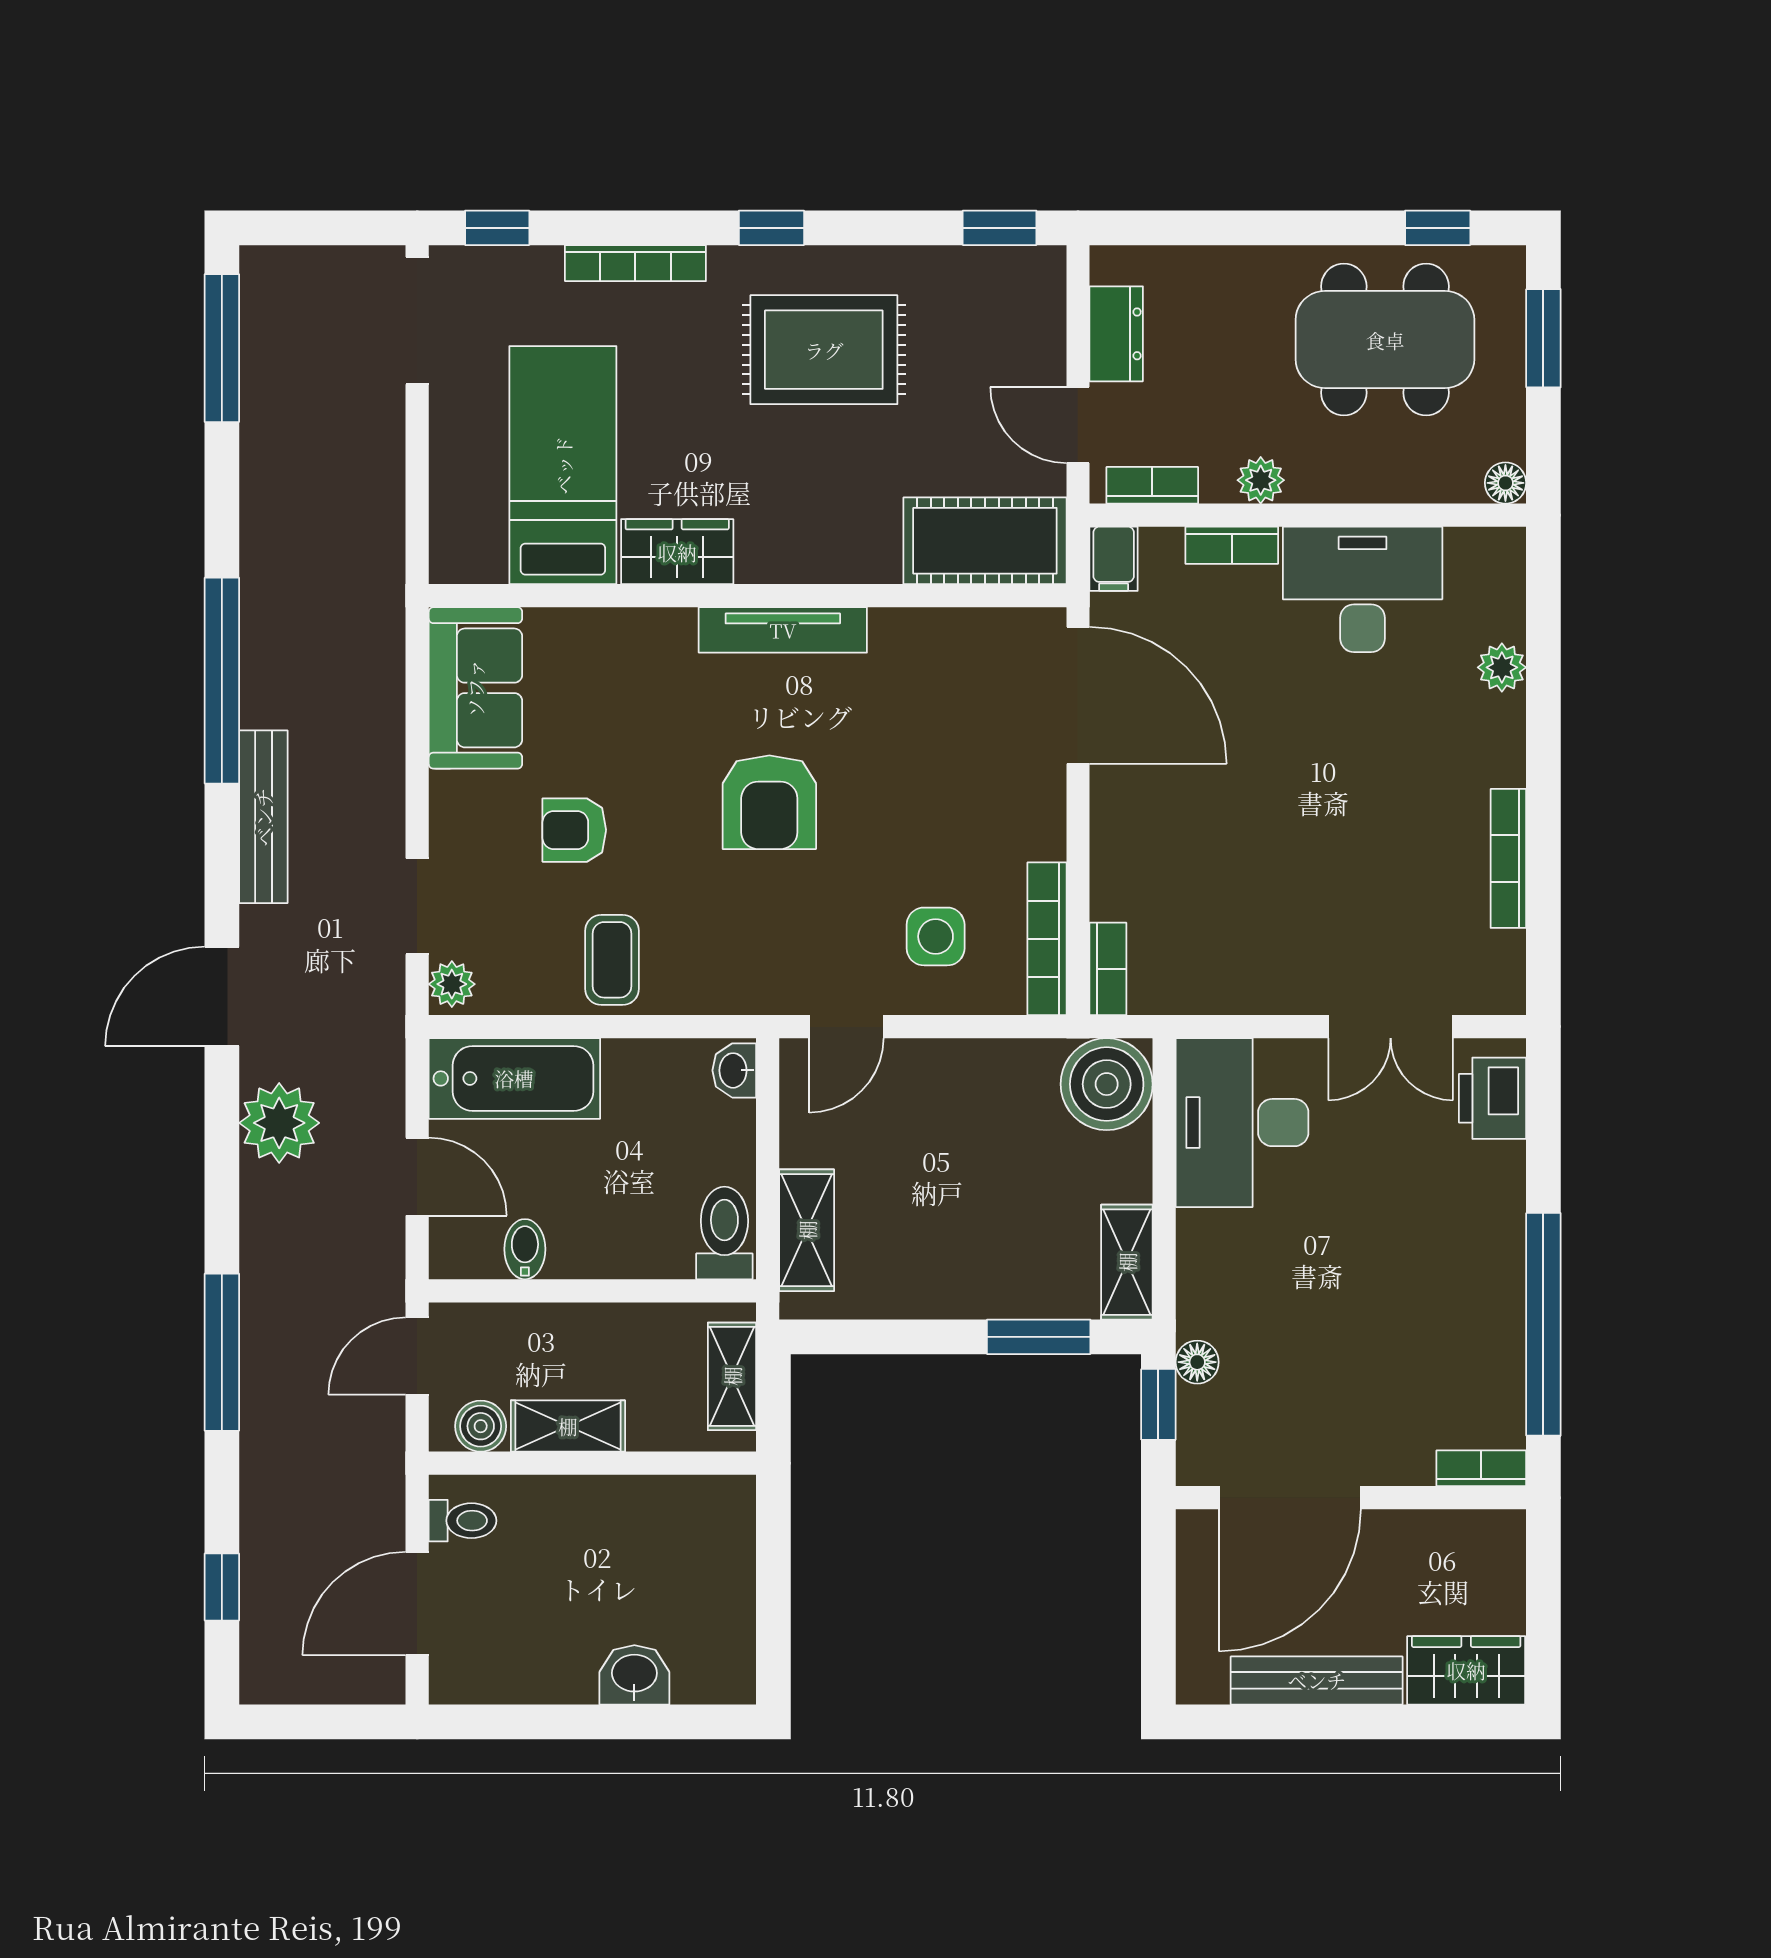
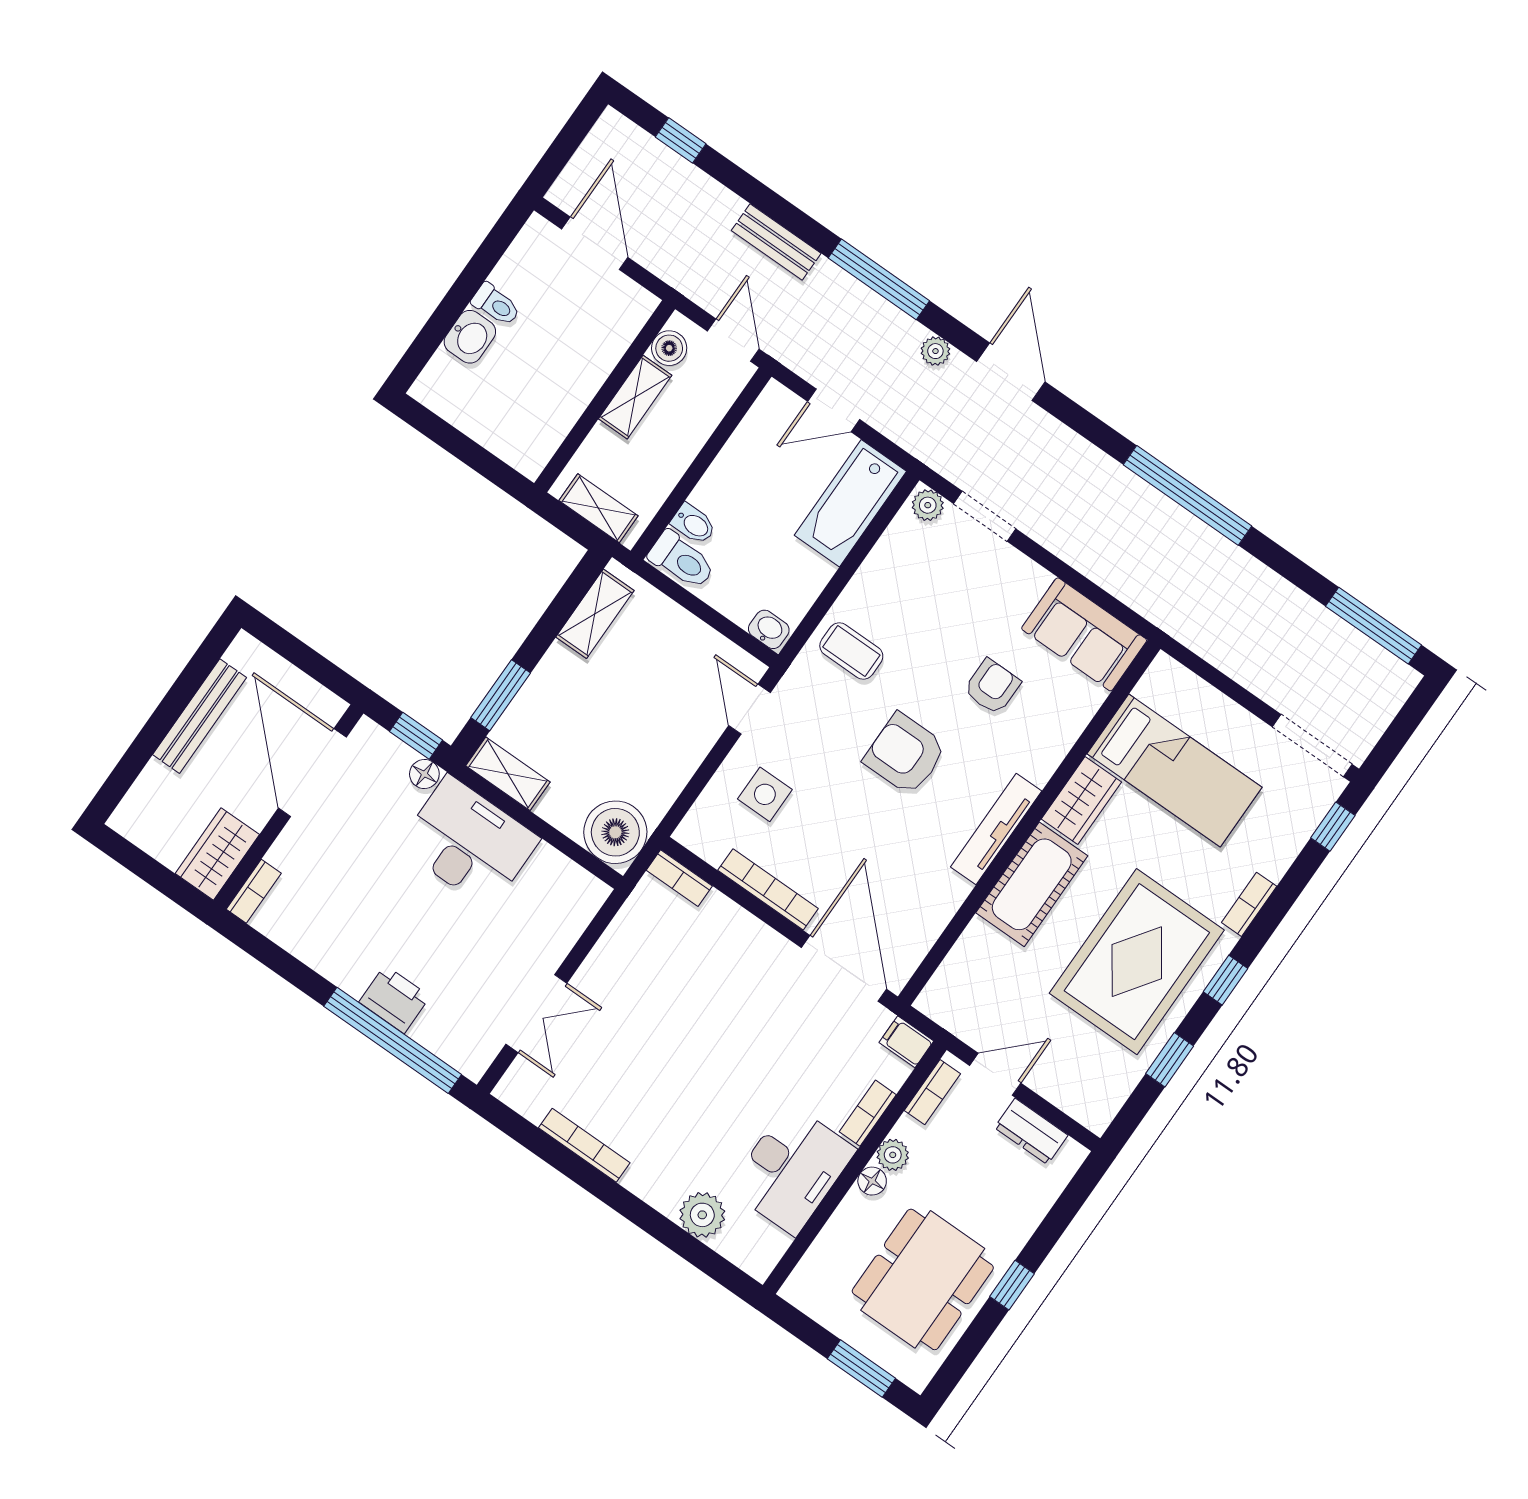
window: (1000, 228) -> (1170, 1060), moved
window: (1438, 228) -> (1012, 1285), moved
bookcase: (635, 263) -> (1249, 904), width x0.64
rug: (824, 350) -> (1137, 962), width x1.37, depth x1.44
floor lamp: (1505, 483) -> (872, 1181), moved
cot: (985, 541) -> (1032, 884), moved
plant: (1502, 667) -> (702, 1215), width x1.38, depth x1.38
door: (1078, 695) -> (844, 968), swing flipped
bench: (263, 817) -> (776, 242), moved, width x0.73
armchair: (574, 830) -> (992, 687), moved
bookcase: (1047, 939) -> (768, 889), moved
coffee table: (612, 960) -> (851, 651), moved
double door: (1391, 1027) -> (536, 1014), swing flipped
printer: (1493, 1098) -> (395, 999), moved
plant: (279, 1123) -> (935, 351), width x0.53, depth x0.53
desk: (1242, 1123) -> (469, 842), moved
shelving: (807, 1230) -> (595, 614), moved, turned 90
bidet: (525, 1249) -> (694, 524), moved
window: (1543, 1324) -> (393, 1040), moved
window: (222, 1352) -> (879, 279), moved
toilet: (463, 1521) -> (496, 305), moved, turned -90
wardrobe: (1466, 1670) -> (217, 854), moved, turned 180

